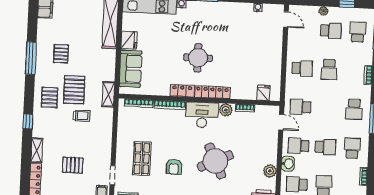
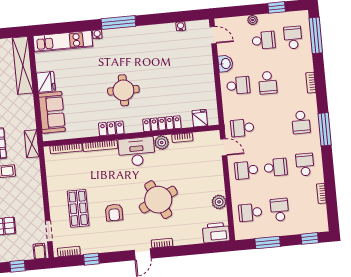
locker: (212, 92) -> (162, 124), moved
washbasin: (288, 164) -> (225, 64), moved

